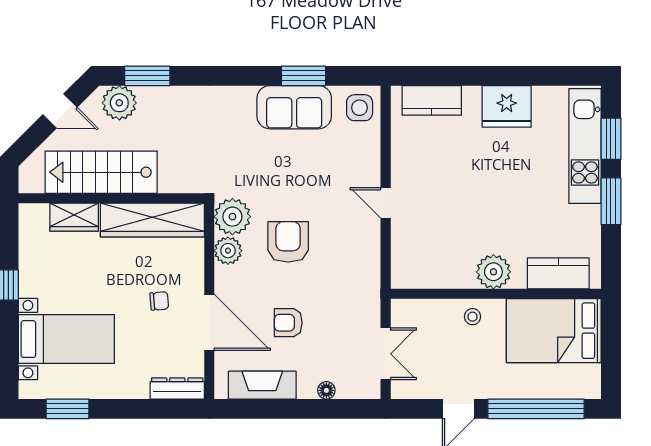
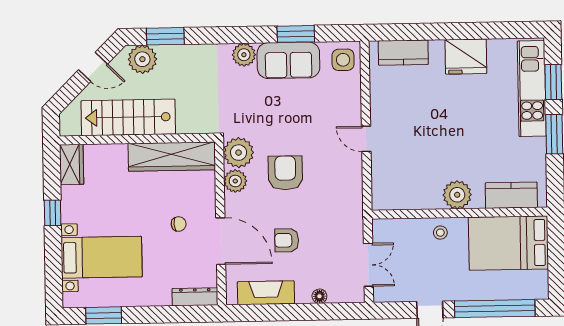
plant: (241, 100) -> (244, 55), added
wardrobe: (74, 217) -> (72, 164), moved, turned -90

